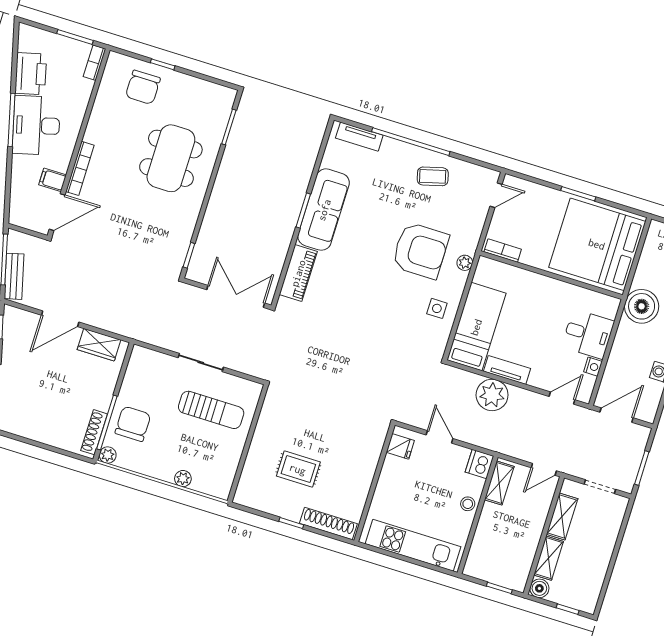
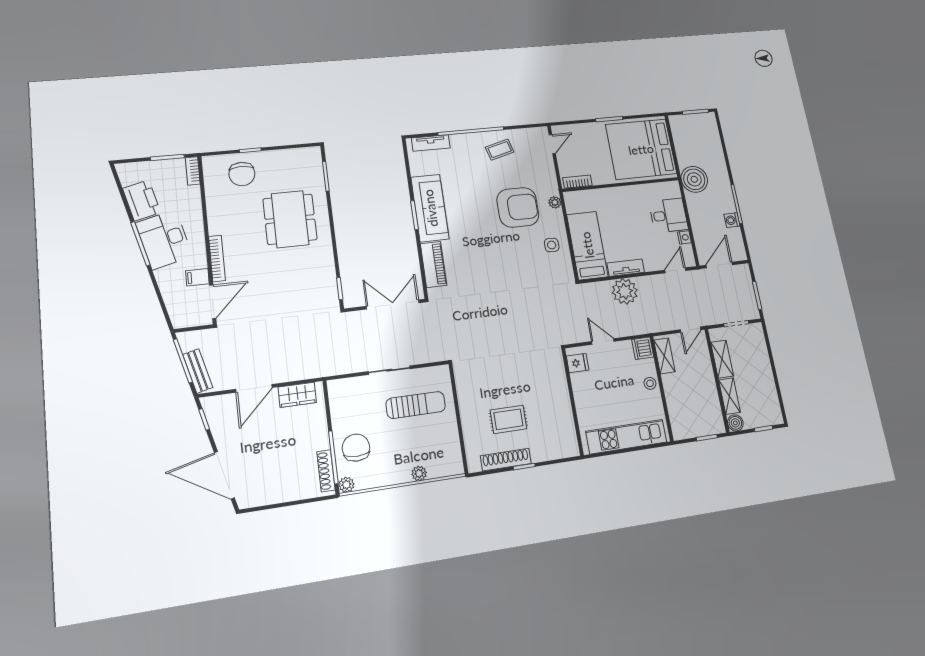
shoe rack: (328, 524) -> (506, 460), moved

